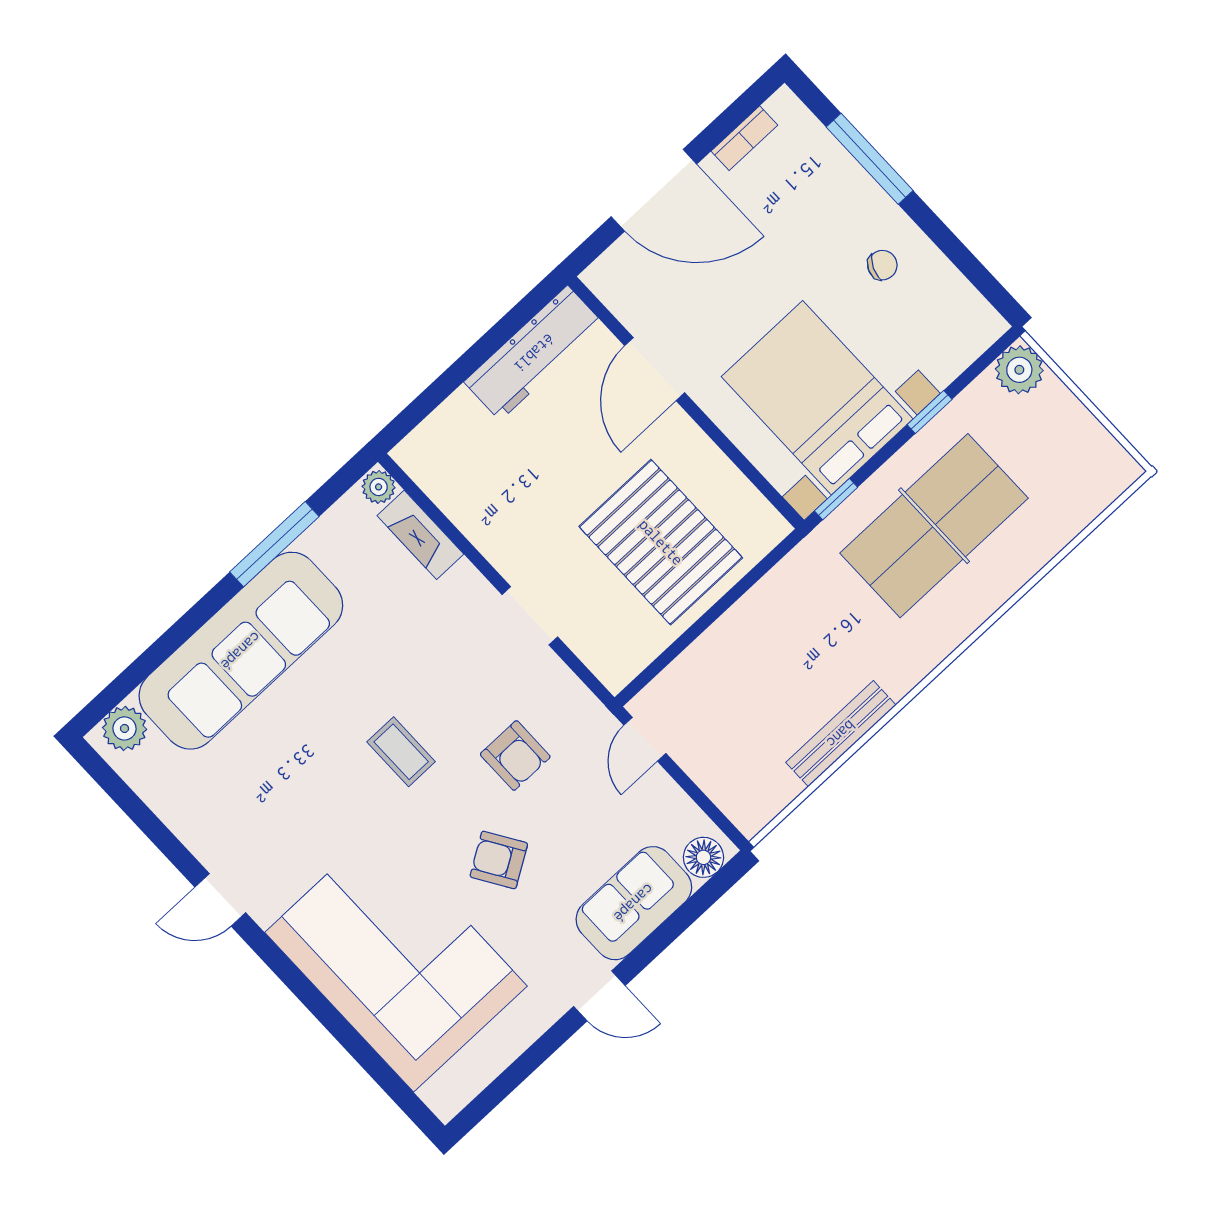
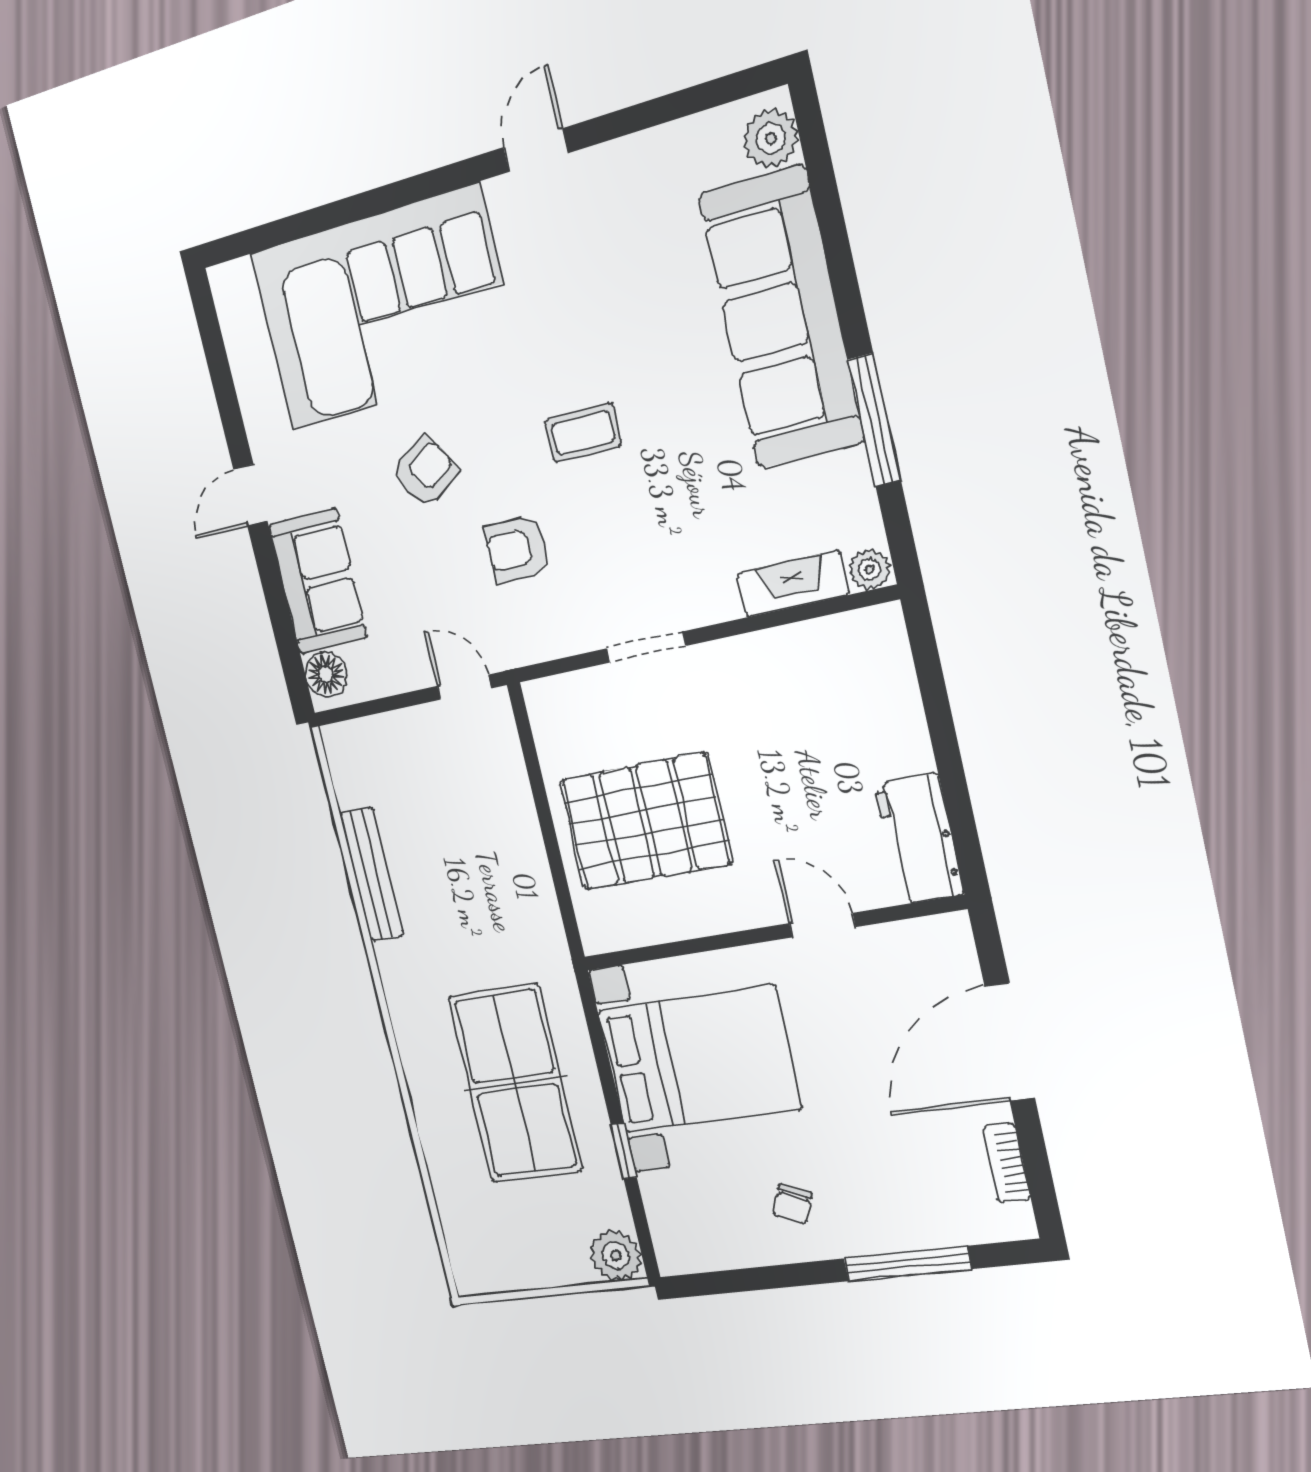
workbench: (534, 353) -> (919, 839), width x0.73
door: (655, 369) -> (822, 925), width x0.73
window: (836, 499) -> (591, 1013), removed

